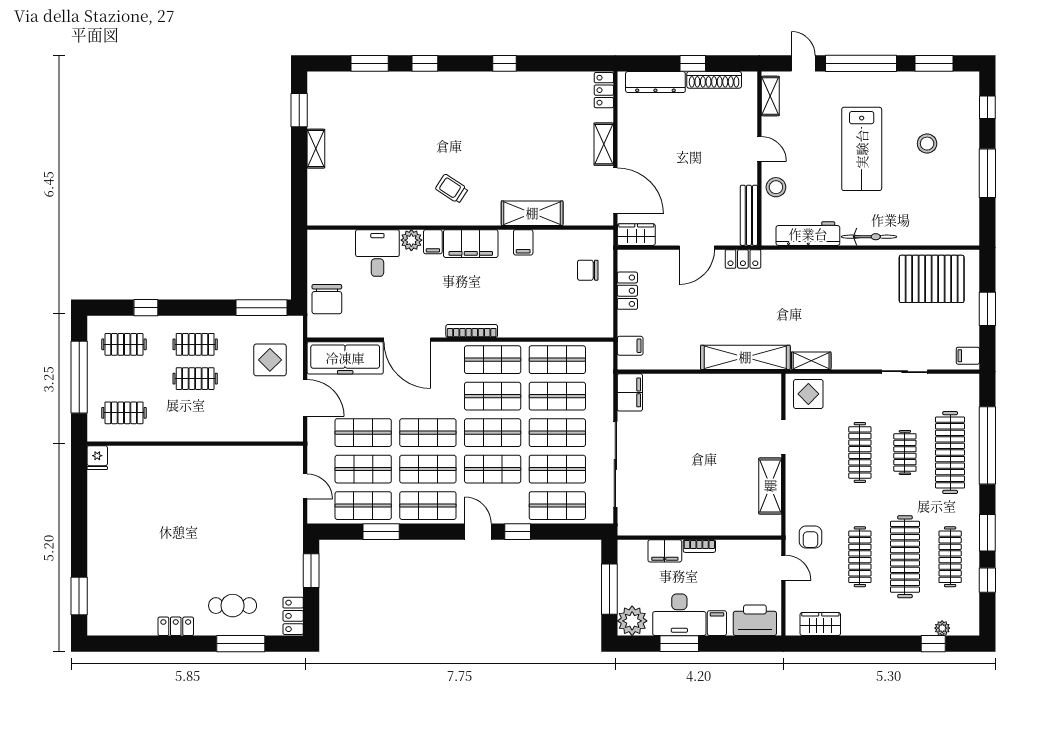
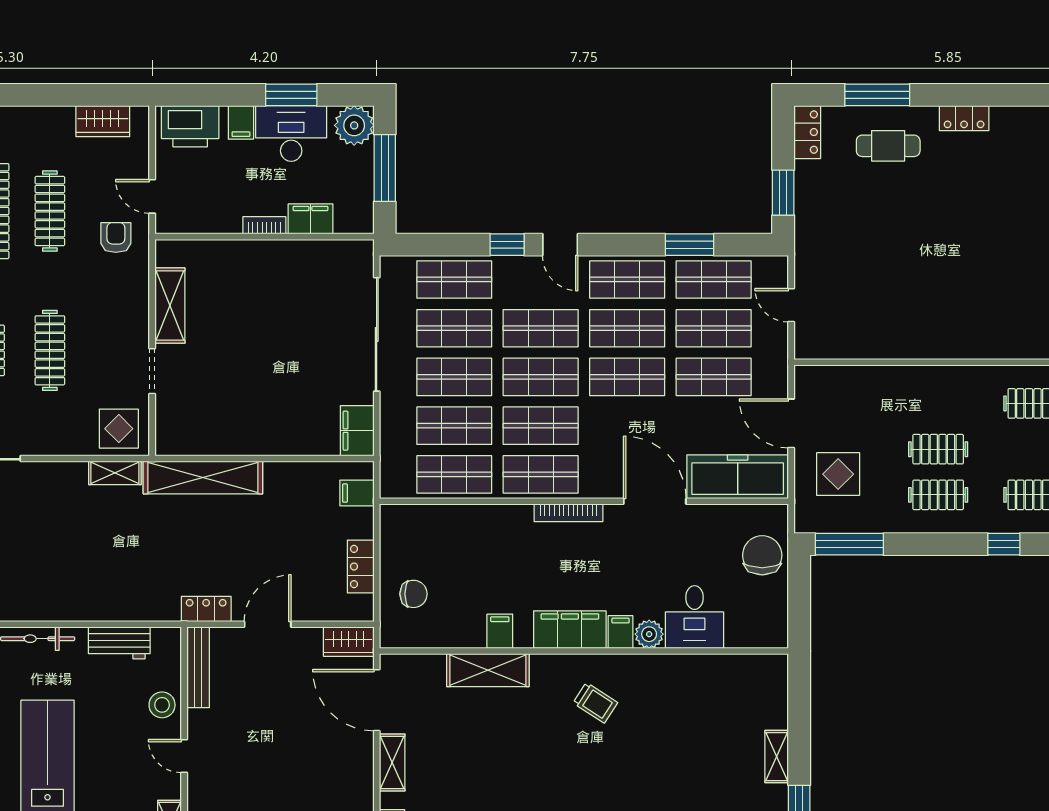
workbench: (808, 234) -> (119, 643), width x0.73

